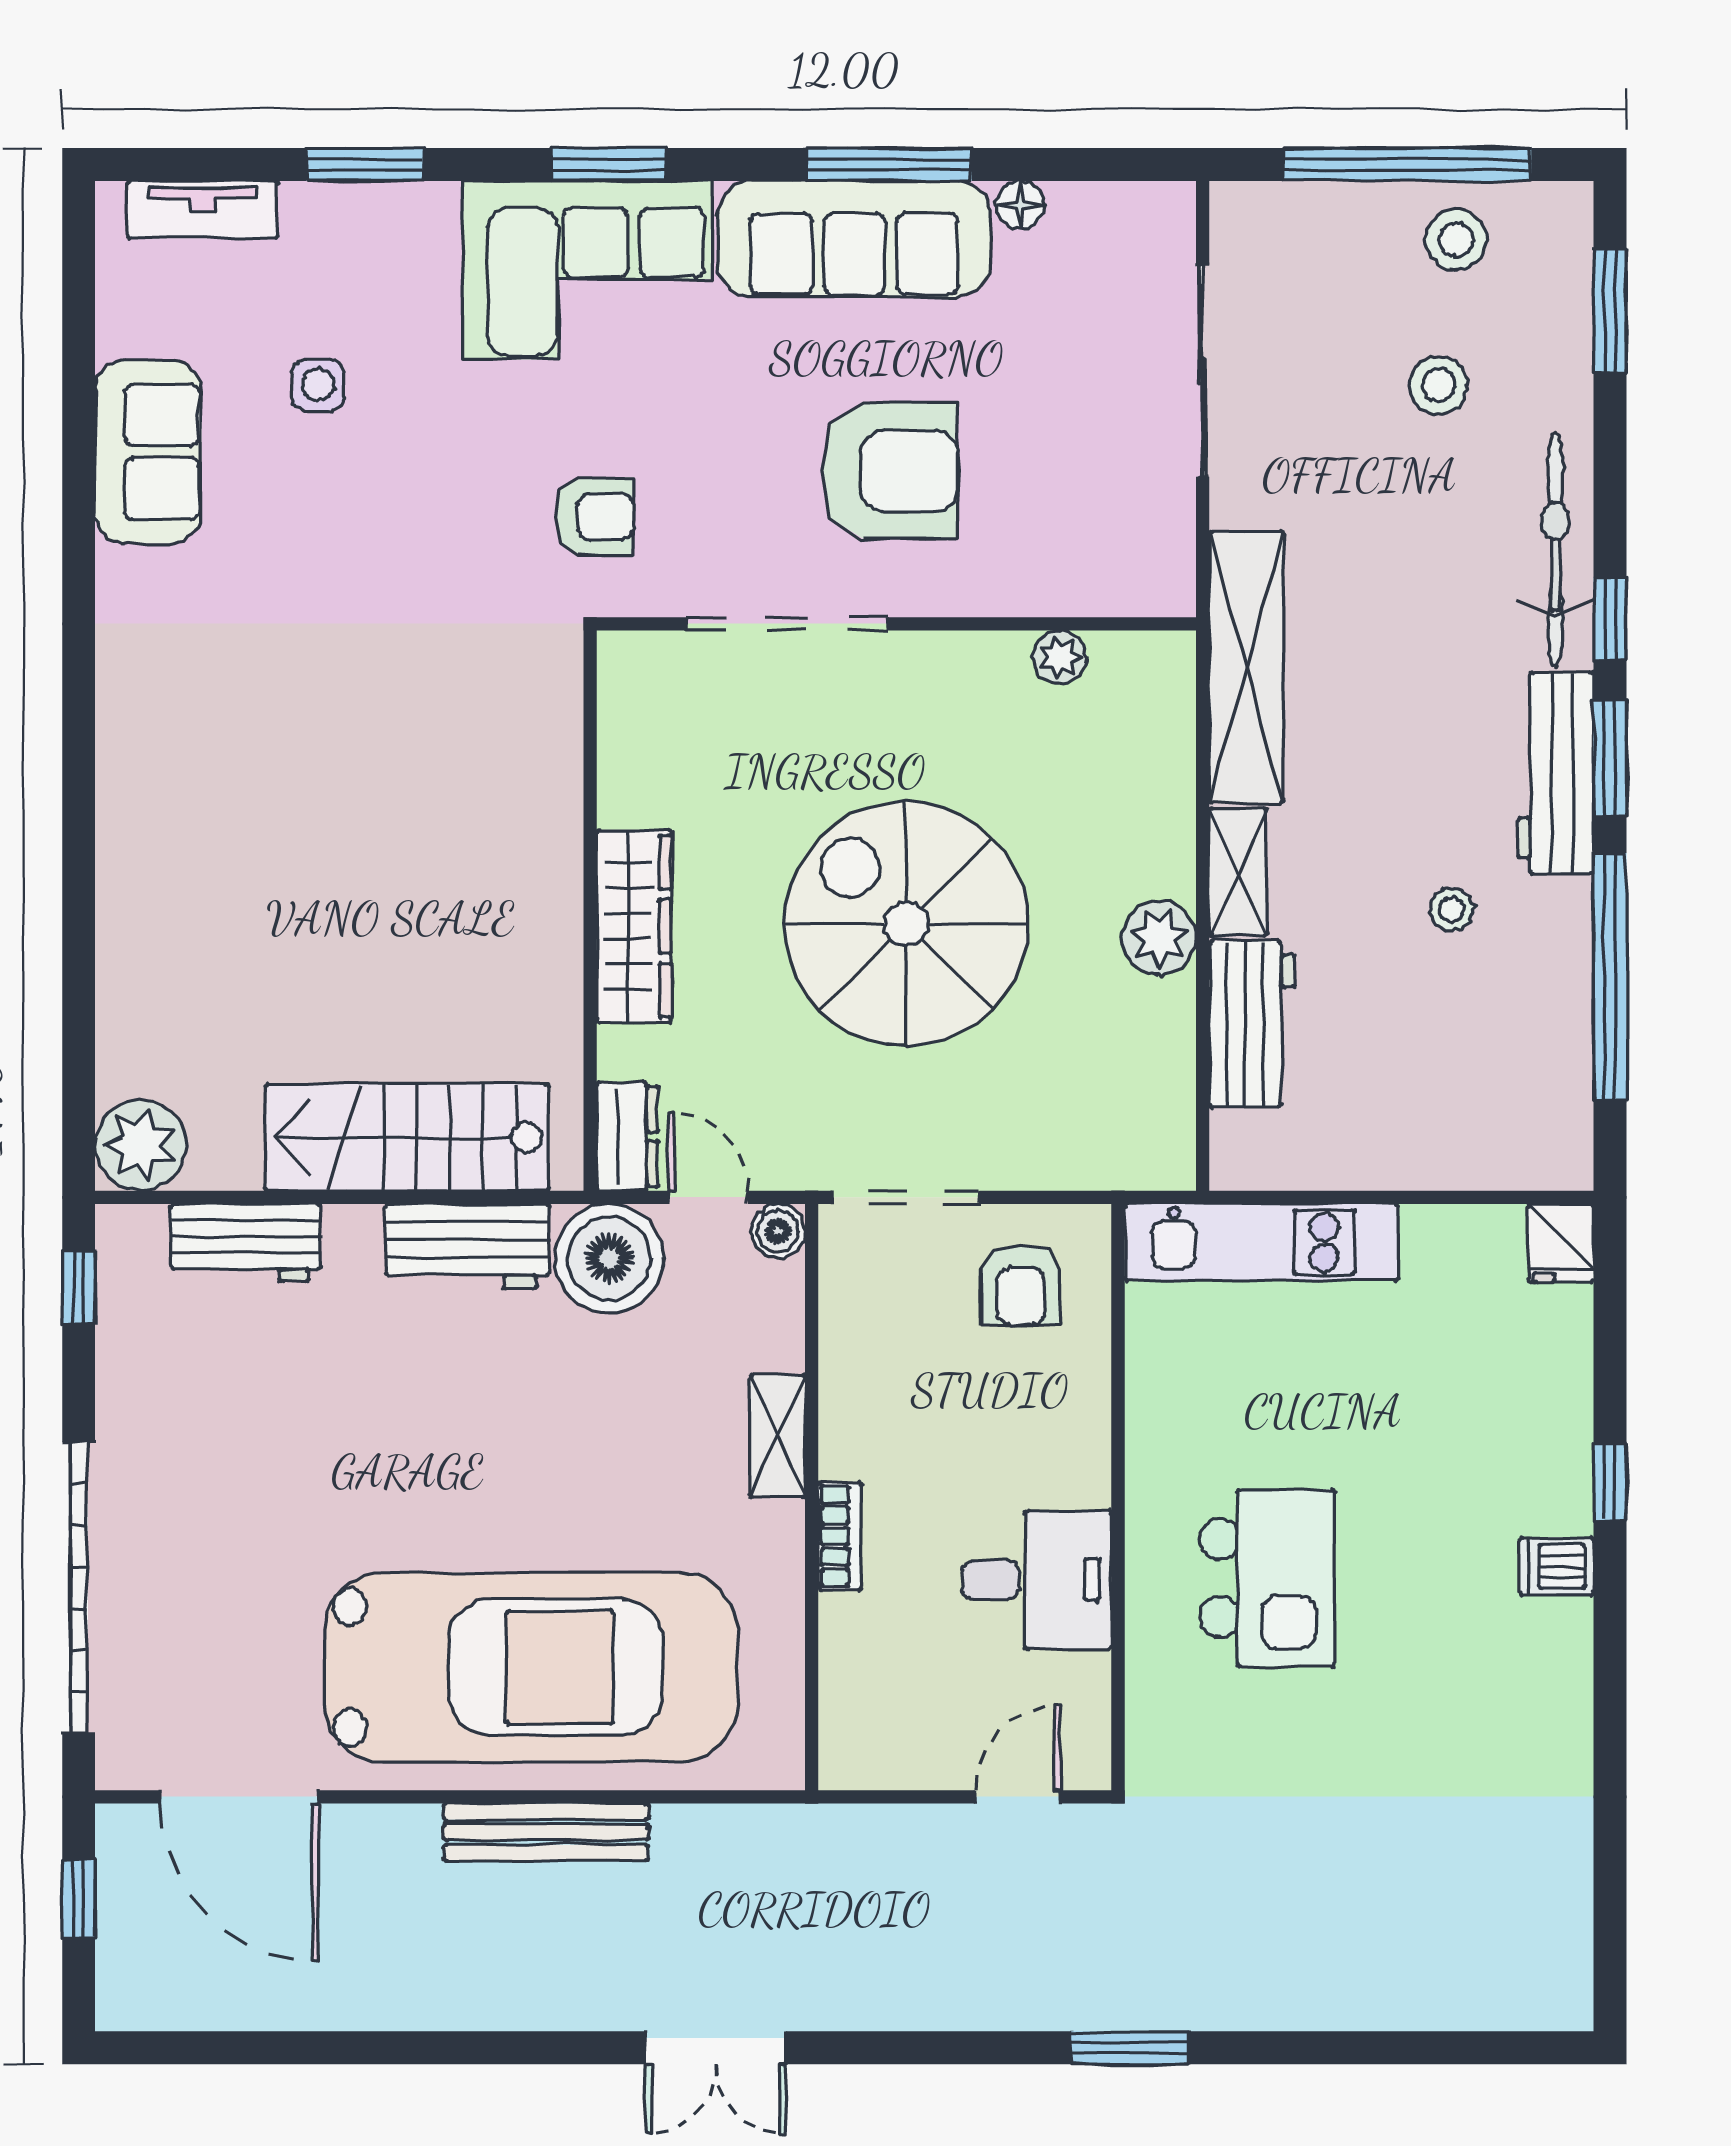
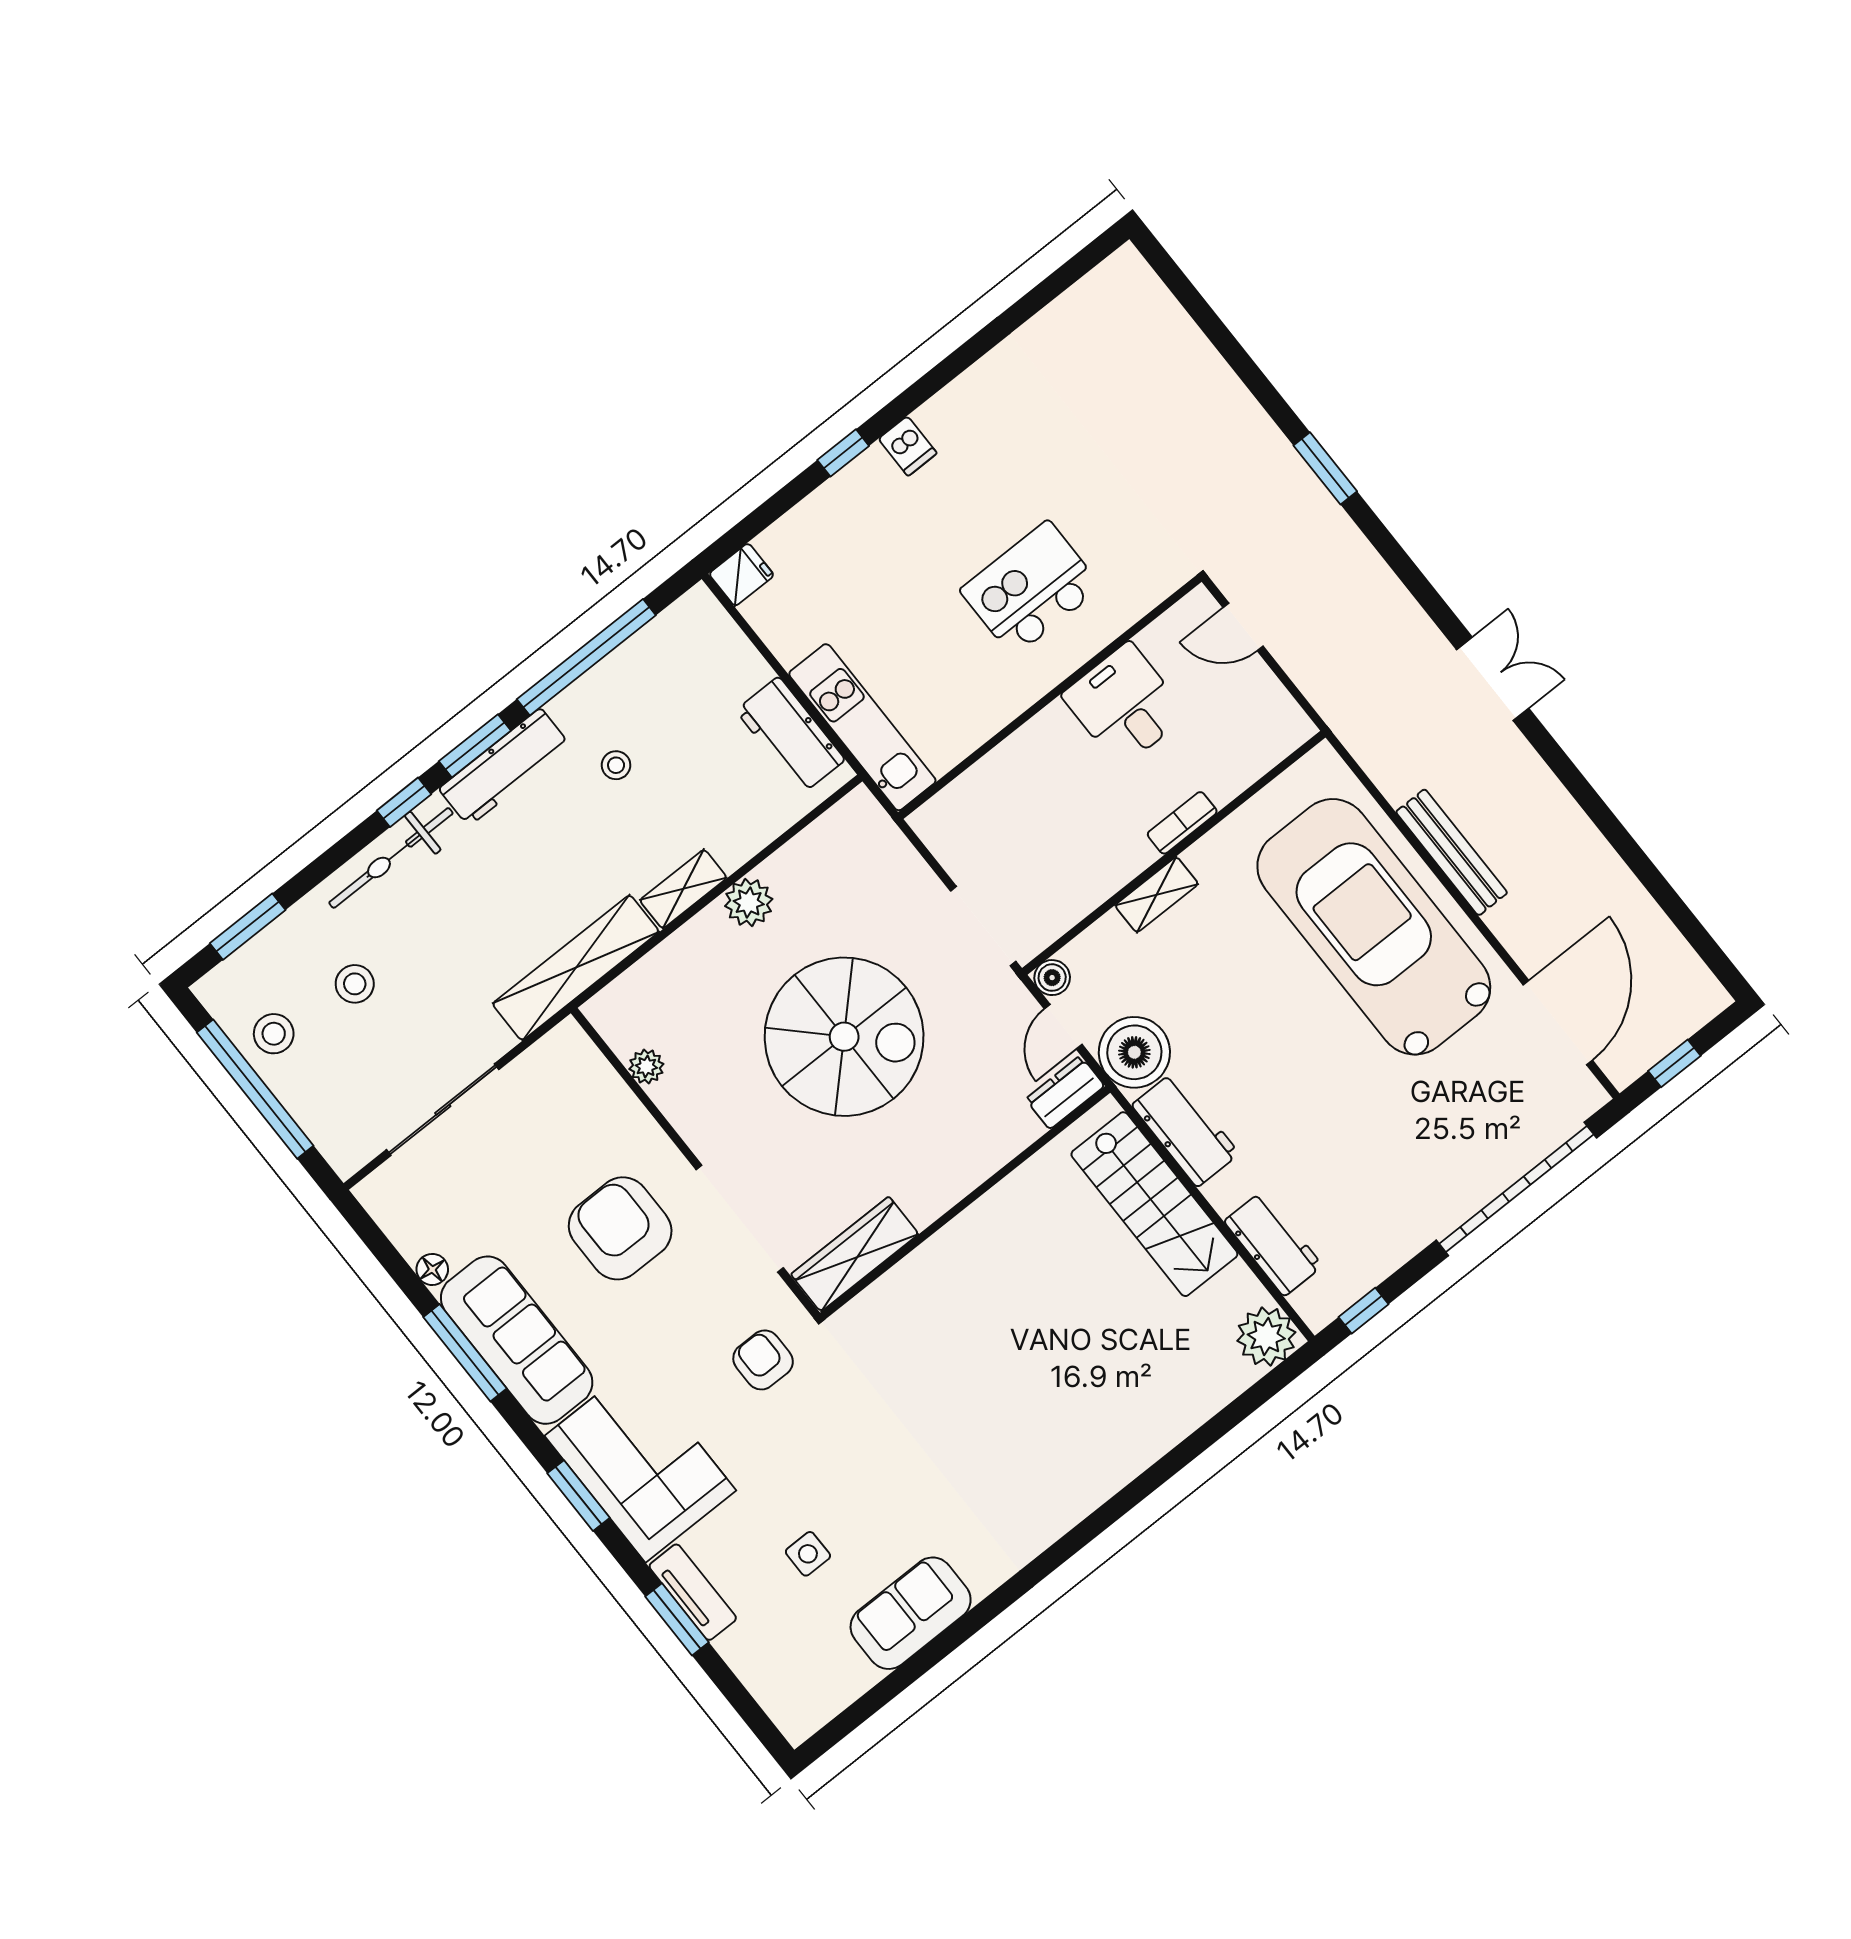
tv unit: (203, 209) -> (693, 1592), moved
spiral stairs: (906, 924) -> (844, 1037), turned -90
wardrobe: (634, 926) -> (855, 1254), moved
workbench: (1252, 1024) -> (790, 735), moved, turned -90
armchair: (1021, 1285) -> (981, 832), removed

